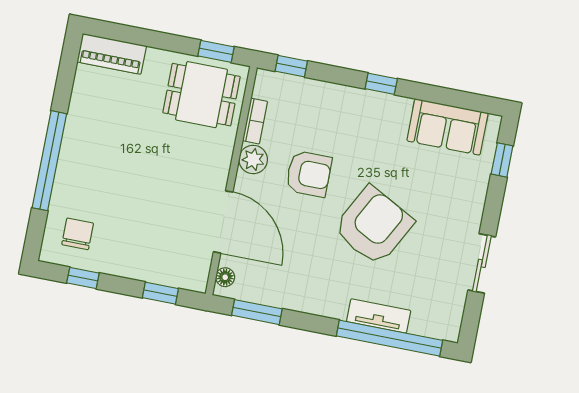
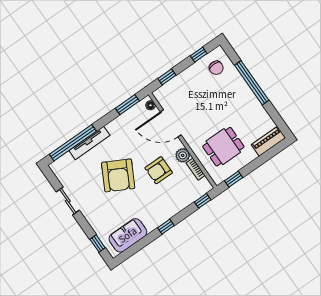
dining table: (201, 95) -> (223, 147), moved
tv unit: (379, 316) -> (89, 143), width x1.41

